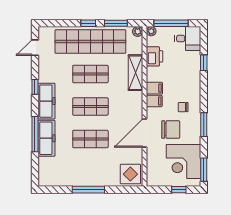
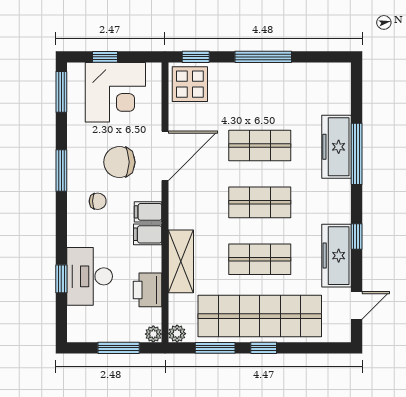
window: (171, 23) -> (119, 348), width x0.69
desk: (188, 39) -> (90, 276), moved, width x1.37
freezer: (47, 101) -> (337, 256), moved
corner desk: (184, 162) -> (115, 92), moved, turned 90
window: (127, 190) -> (196, 57), added

